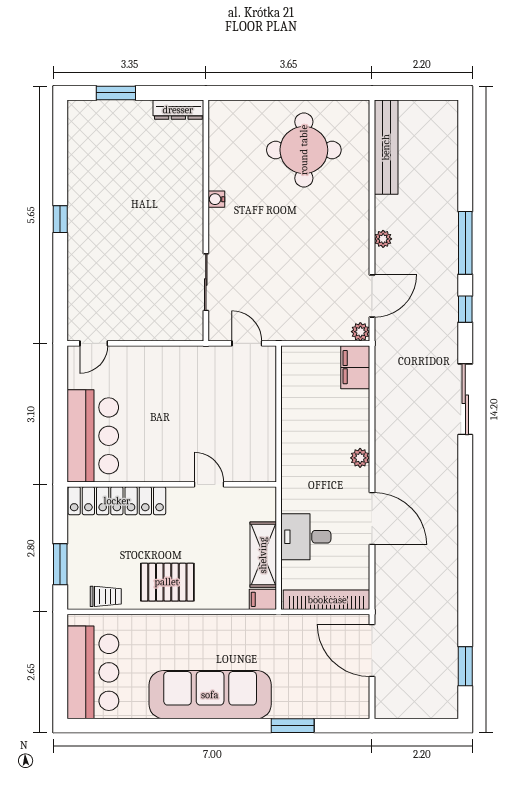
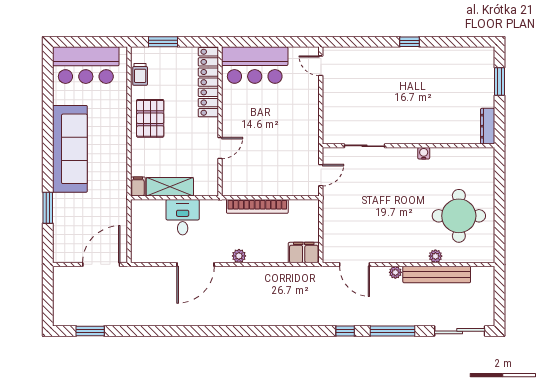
bench: (386, 147) -> (437, 274), moved
plant: (360, 332) -> (435, 256), moved
sliding door: (465, 399) -> (460, 331), moved
bookcase: (327, 600) -> (257, 206), moved, turned 90

